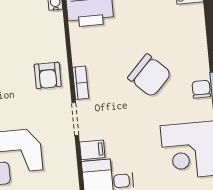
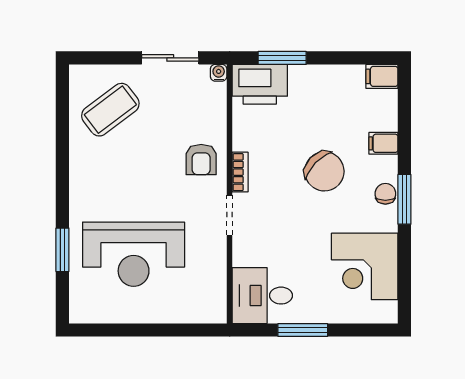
filing cabinet: (92, 150) -> (383, 143), moved, turned 180

